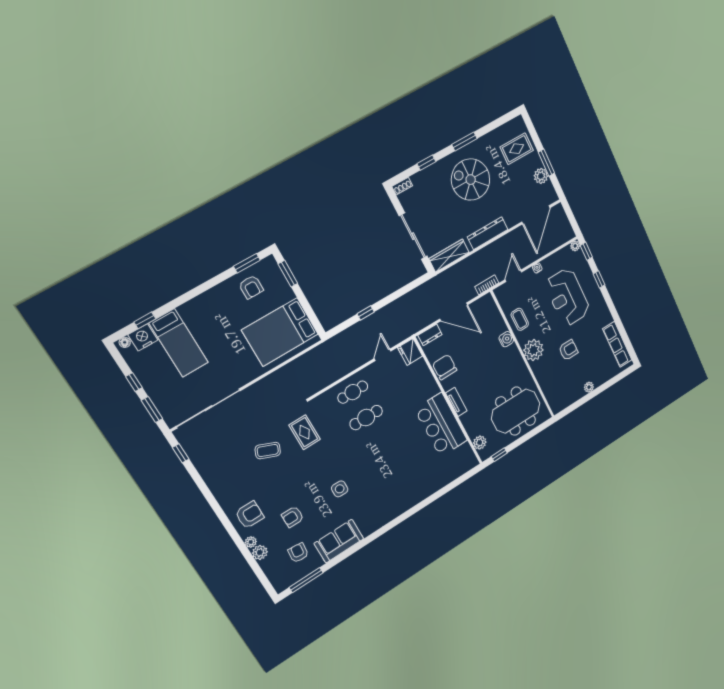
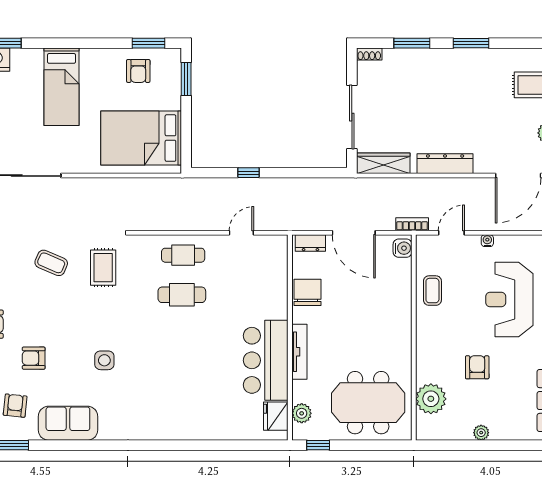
window: (426, 163) -> (412, 43), width x1.50
spiral stairs: (471, 180) -> (456, 90), removed
water cooler: (506, 339) -> (403, 248), moved
bed: (179, 343) -> (61, 87), moved
plant: (533, 350) -> (431, 399), moved
armchair: (568, 350) -> (477, 367), turned -90
fridge: (410, 352) -> (276, 416), moved
tv unit: (456, 402) -> (299, 352), width x1.41

